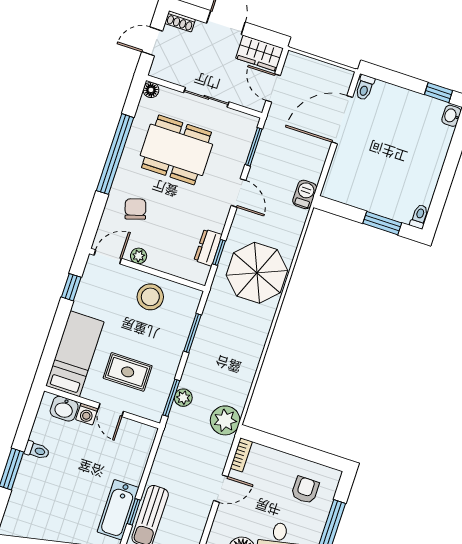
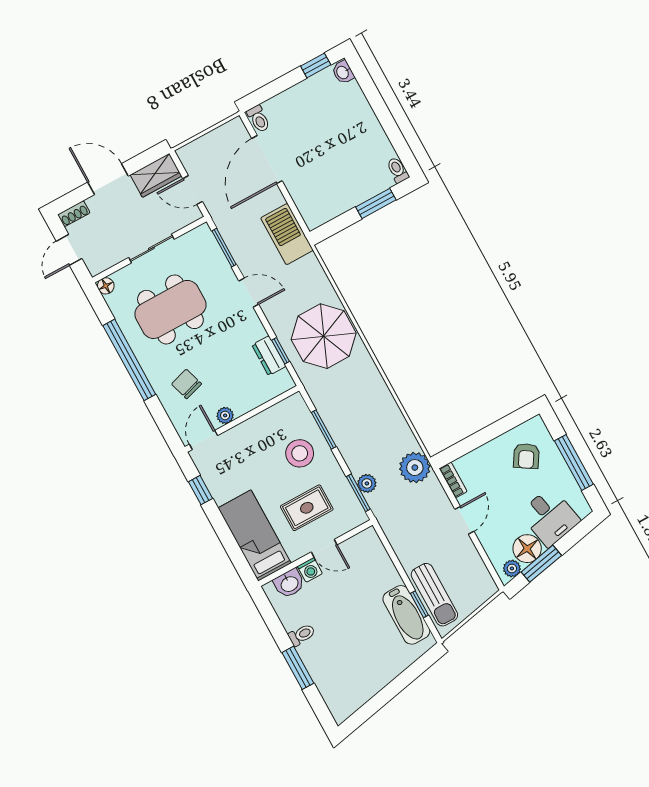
barbecue: (305, 194) -> (287, 234), width x1.88, depth x1.53
stool: (150, 297) -> (300, 453), moved
armchair: (305, 490) -> (526, 456), turned -148

